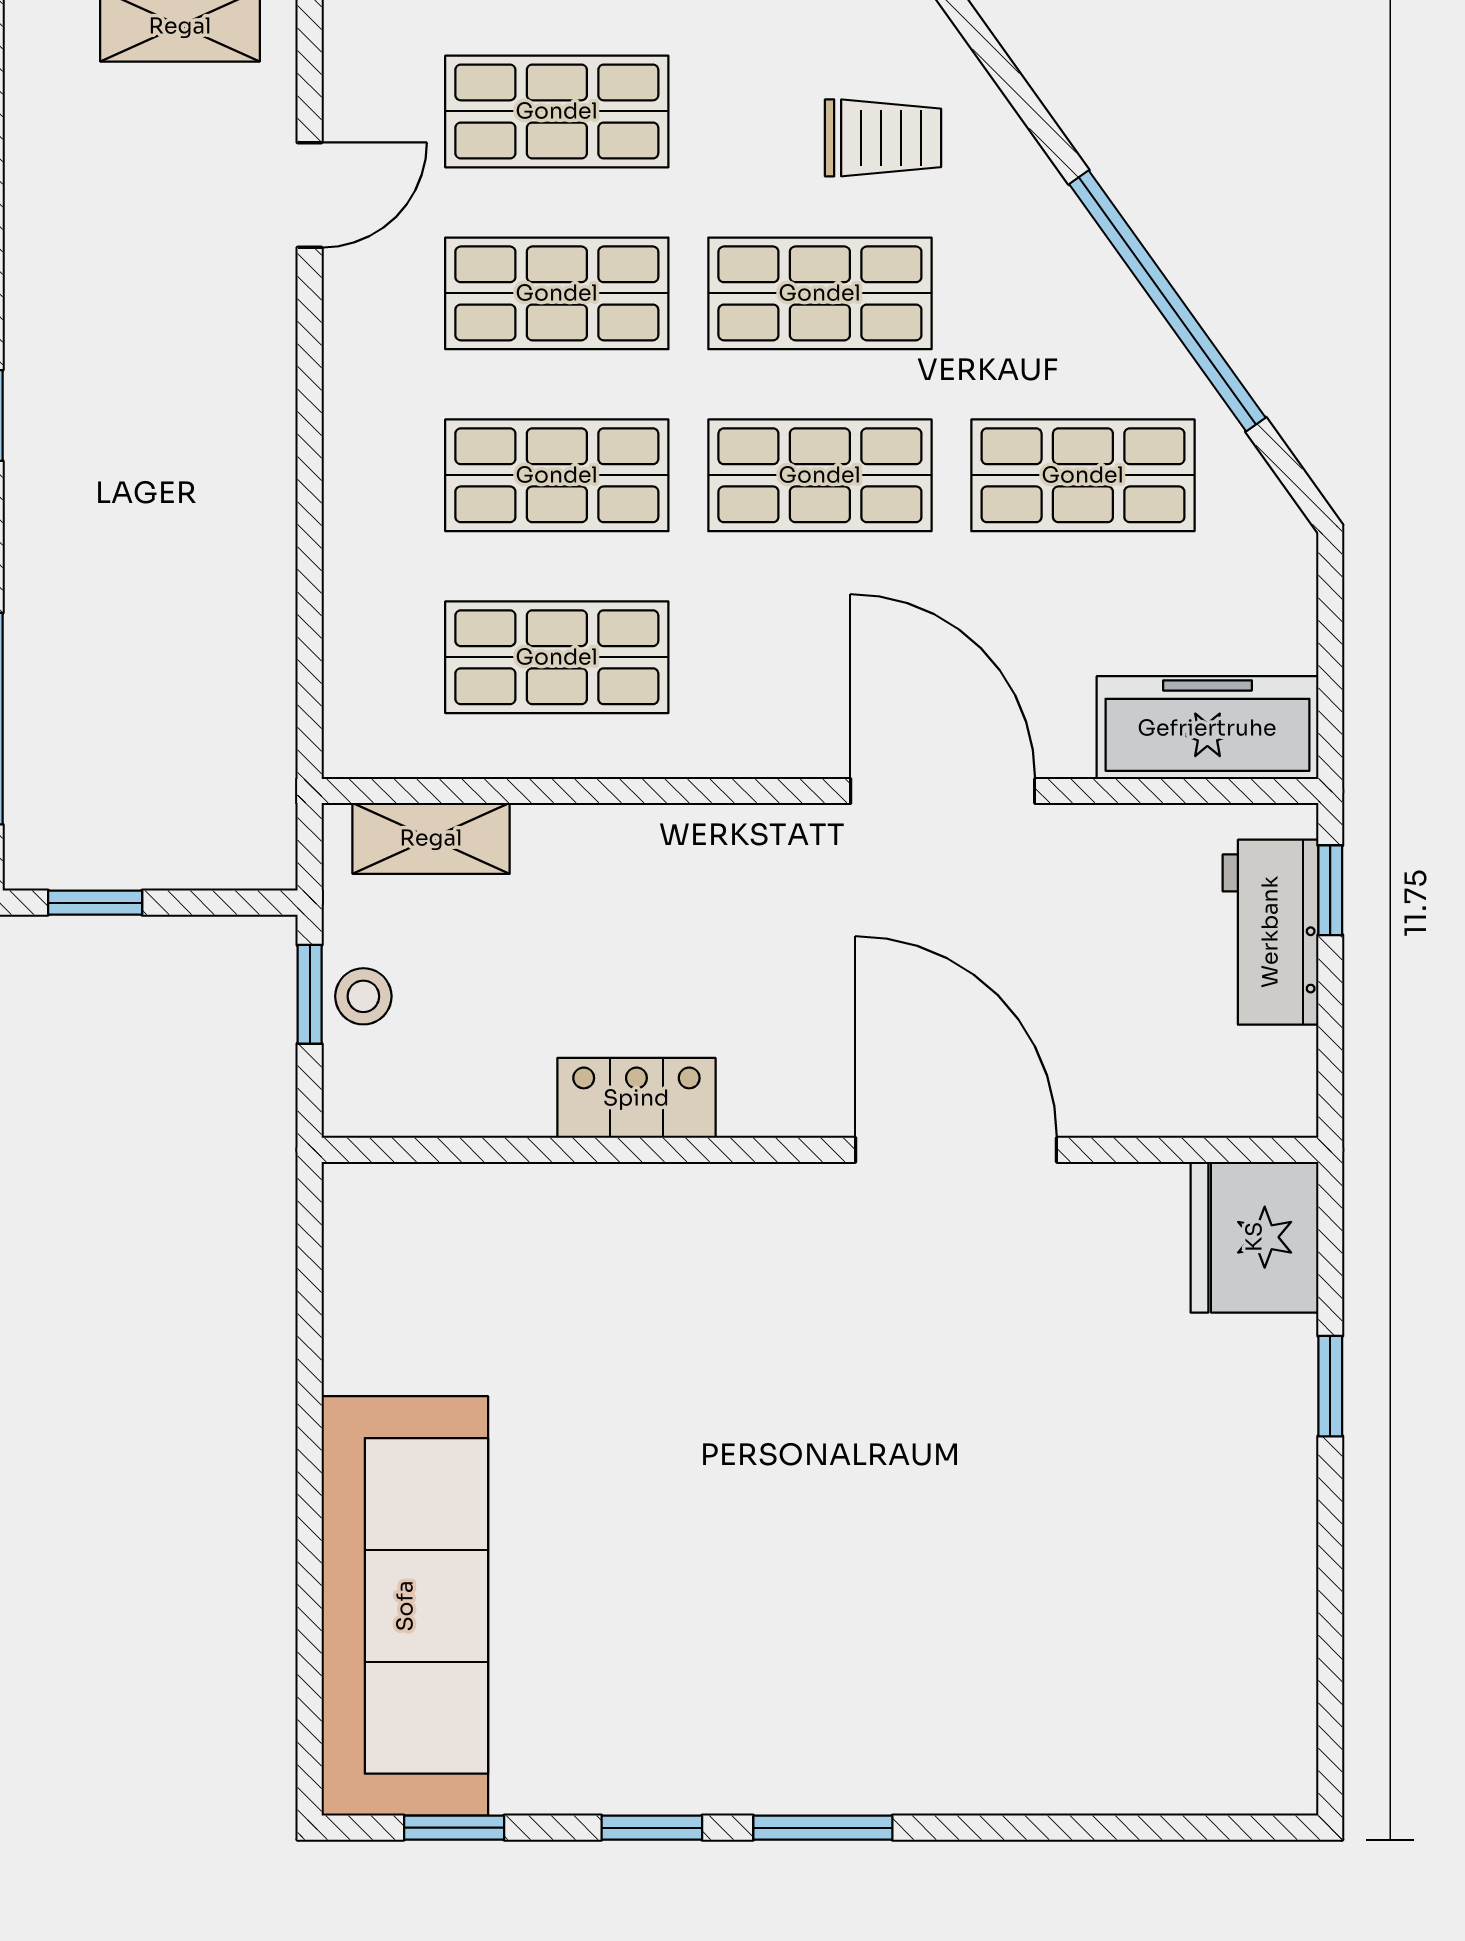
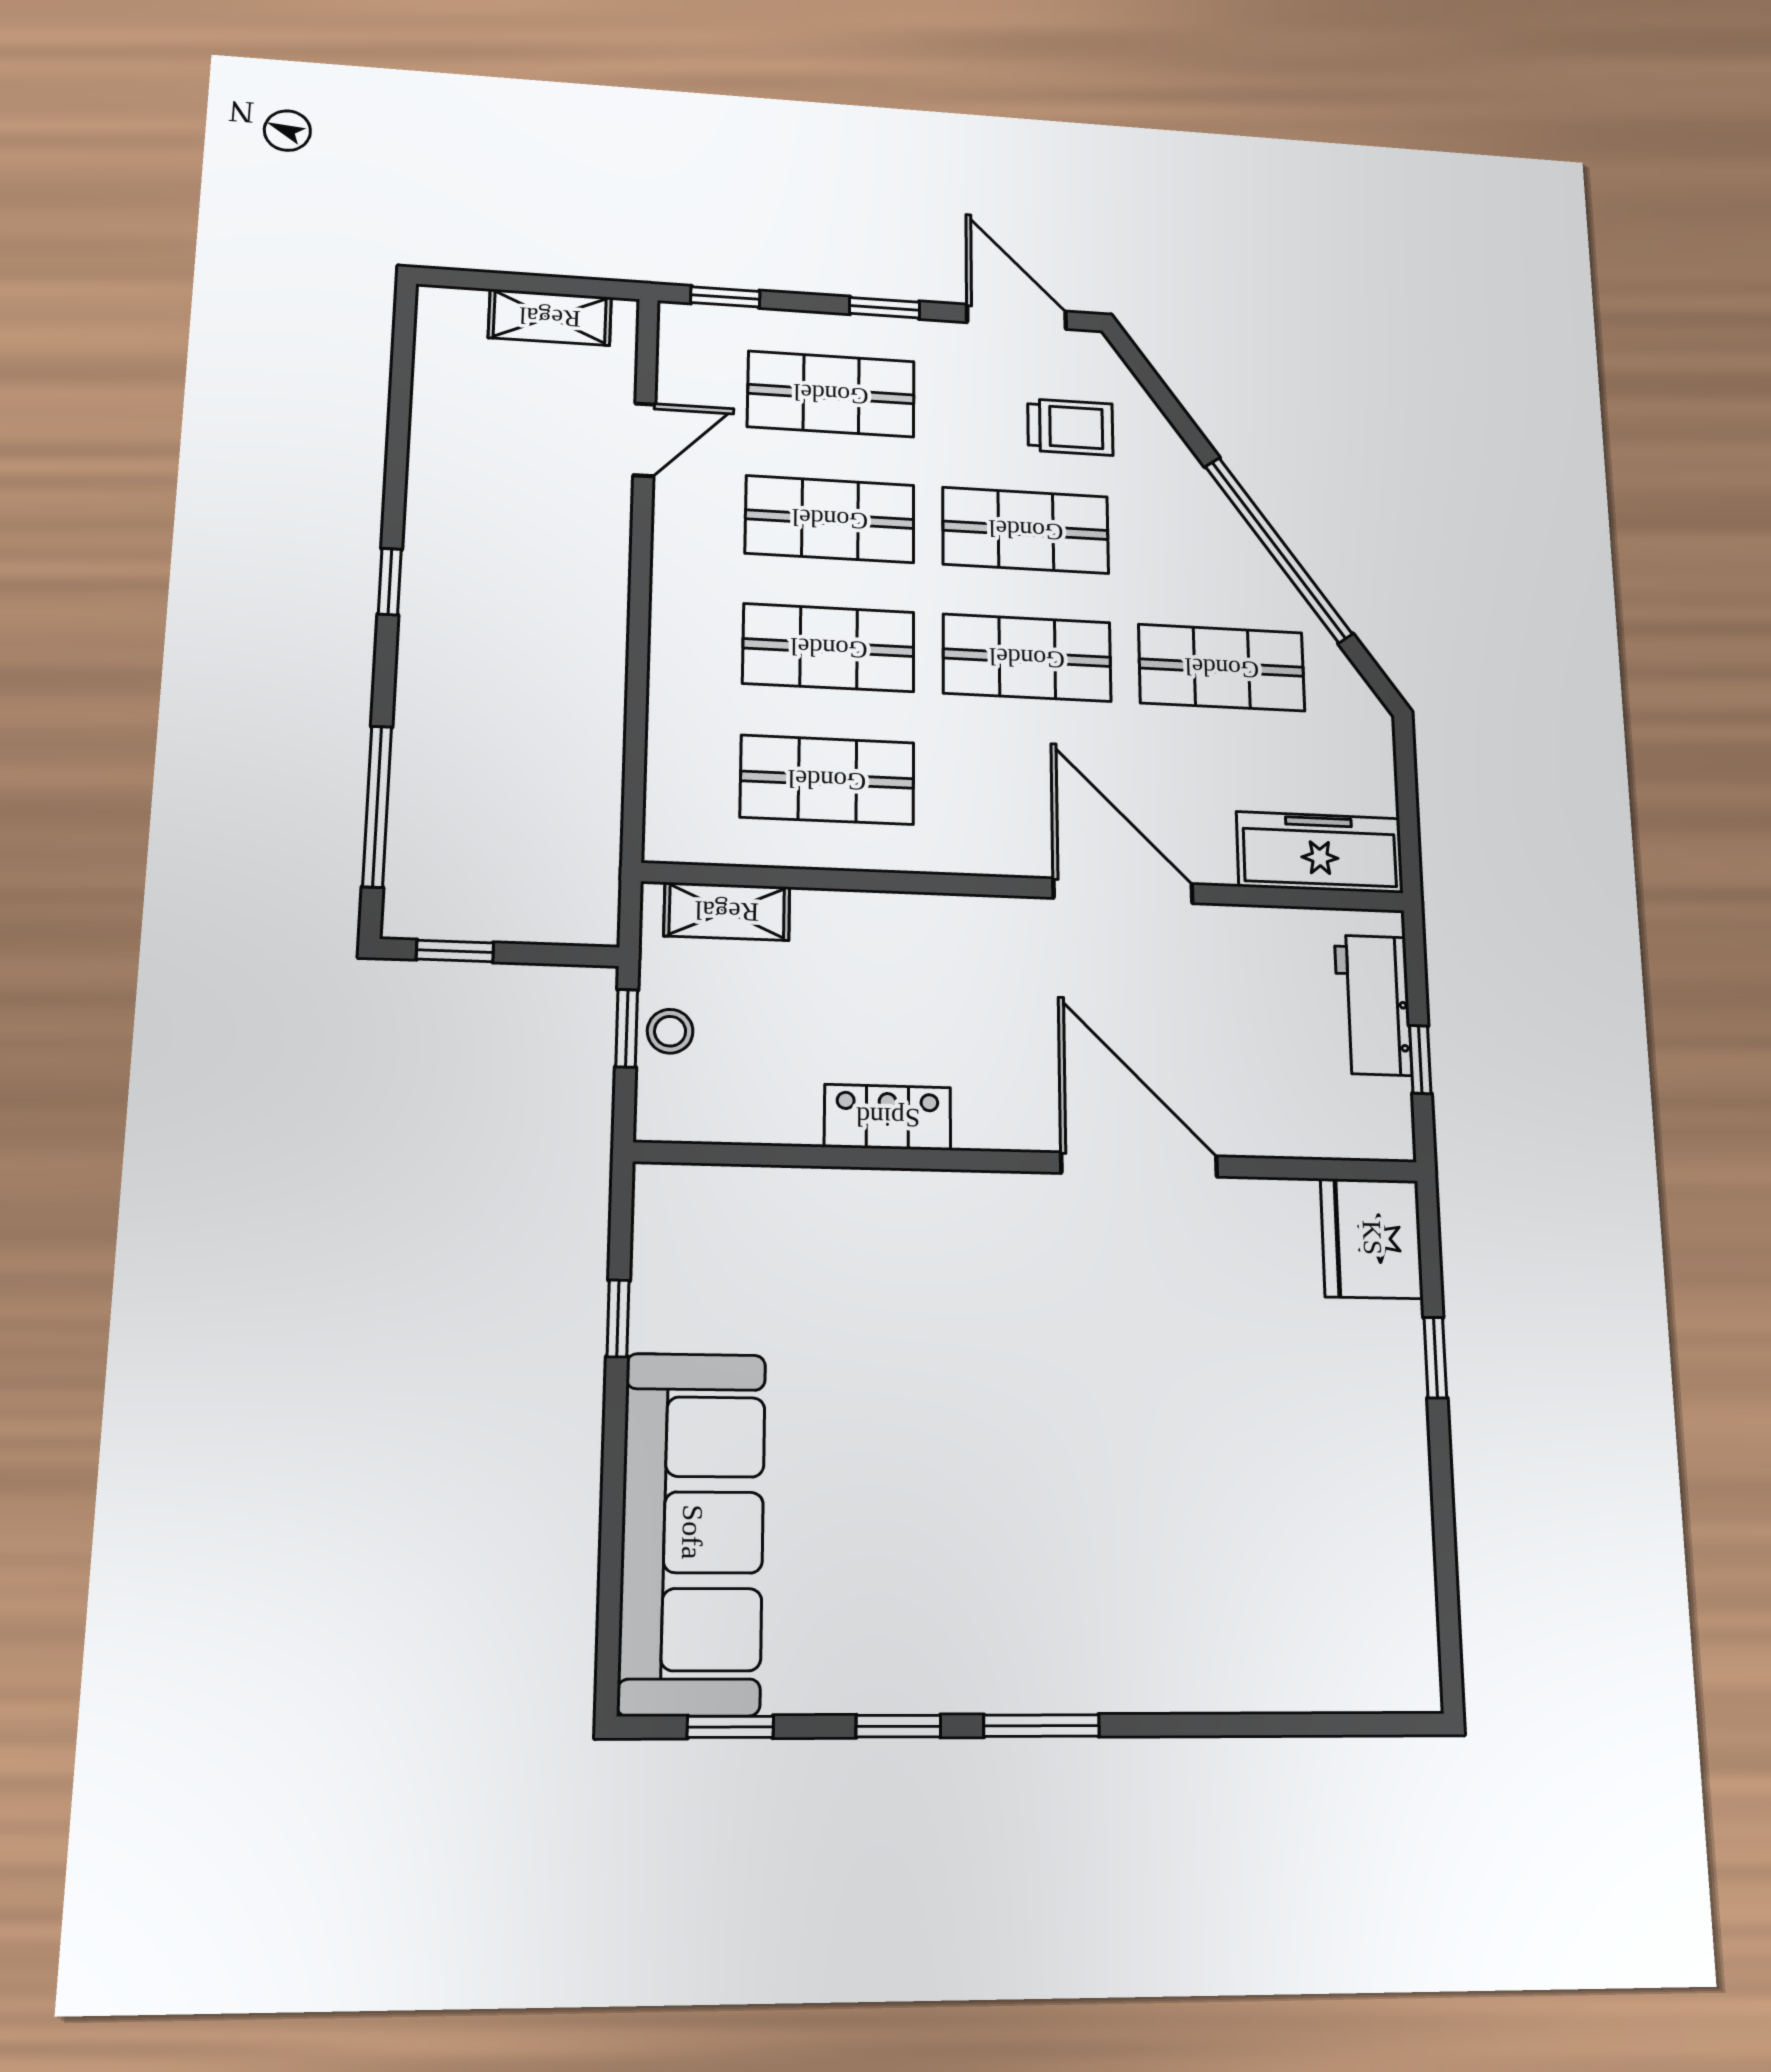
window: (1330, 890) -> (1420, 1060), moved
window: (310, 1354) -> (618, 1318), added

